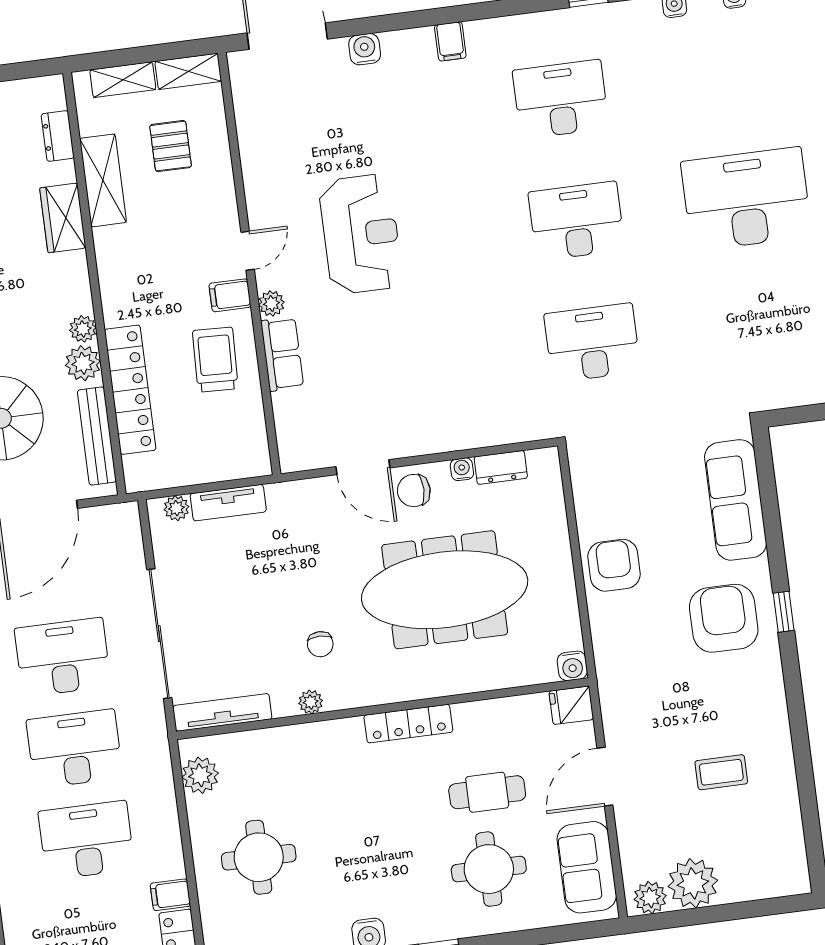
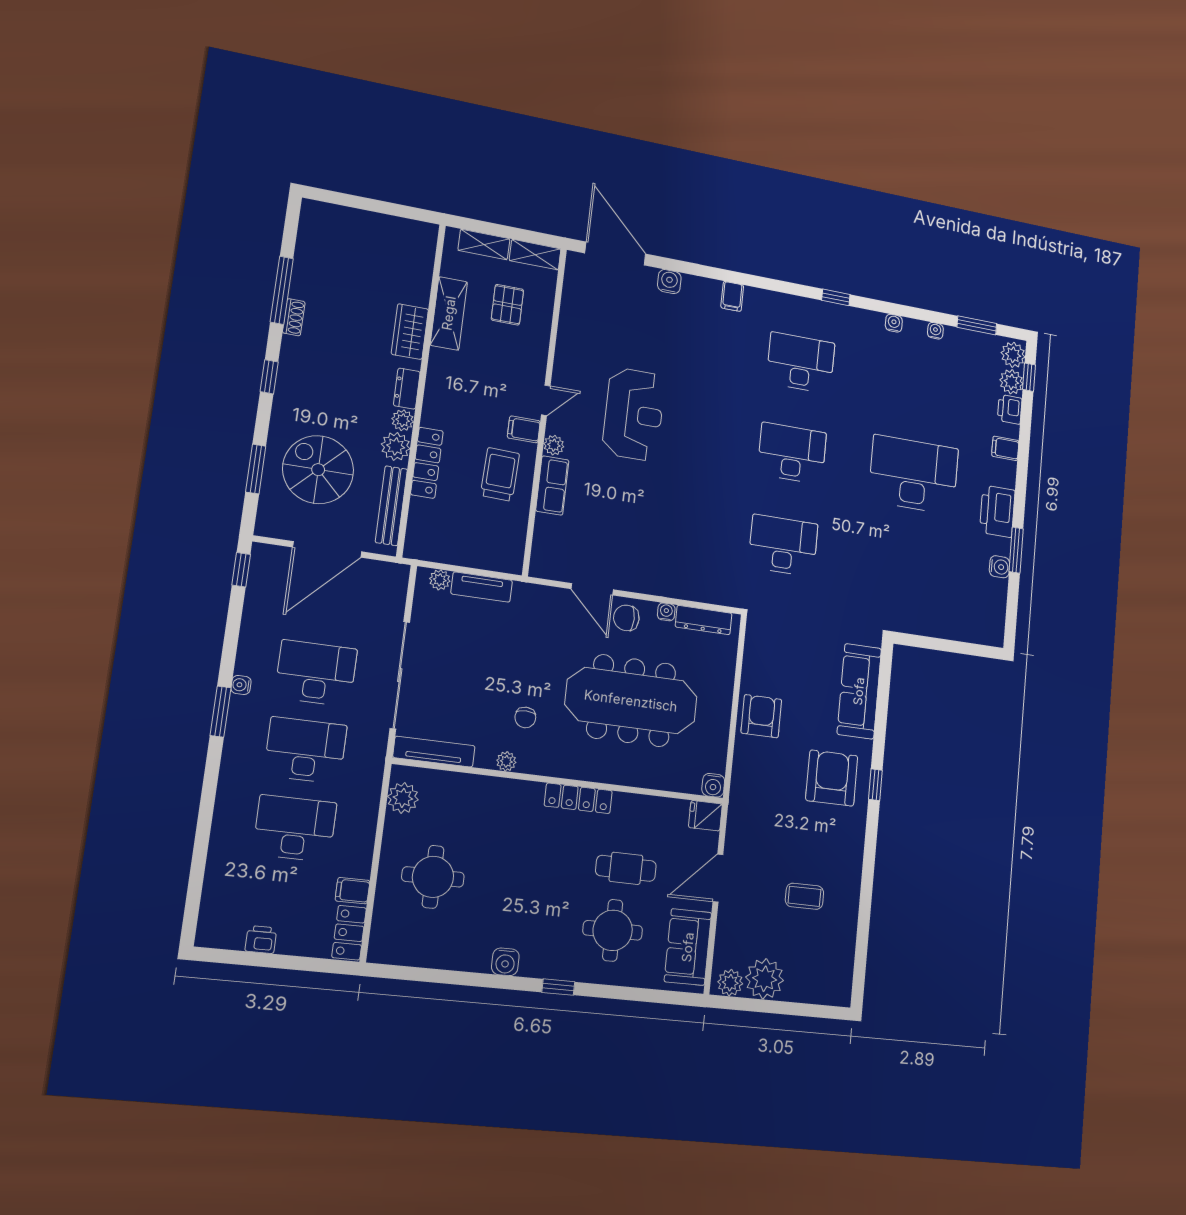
dresser: (58, 136) -> (407, 389), moved
locker: (130, 390) -> (427, 463), width x0.71, depth x0.83
dresser: (501, 467) -> (704, 620), width x1.44

